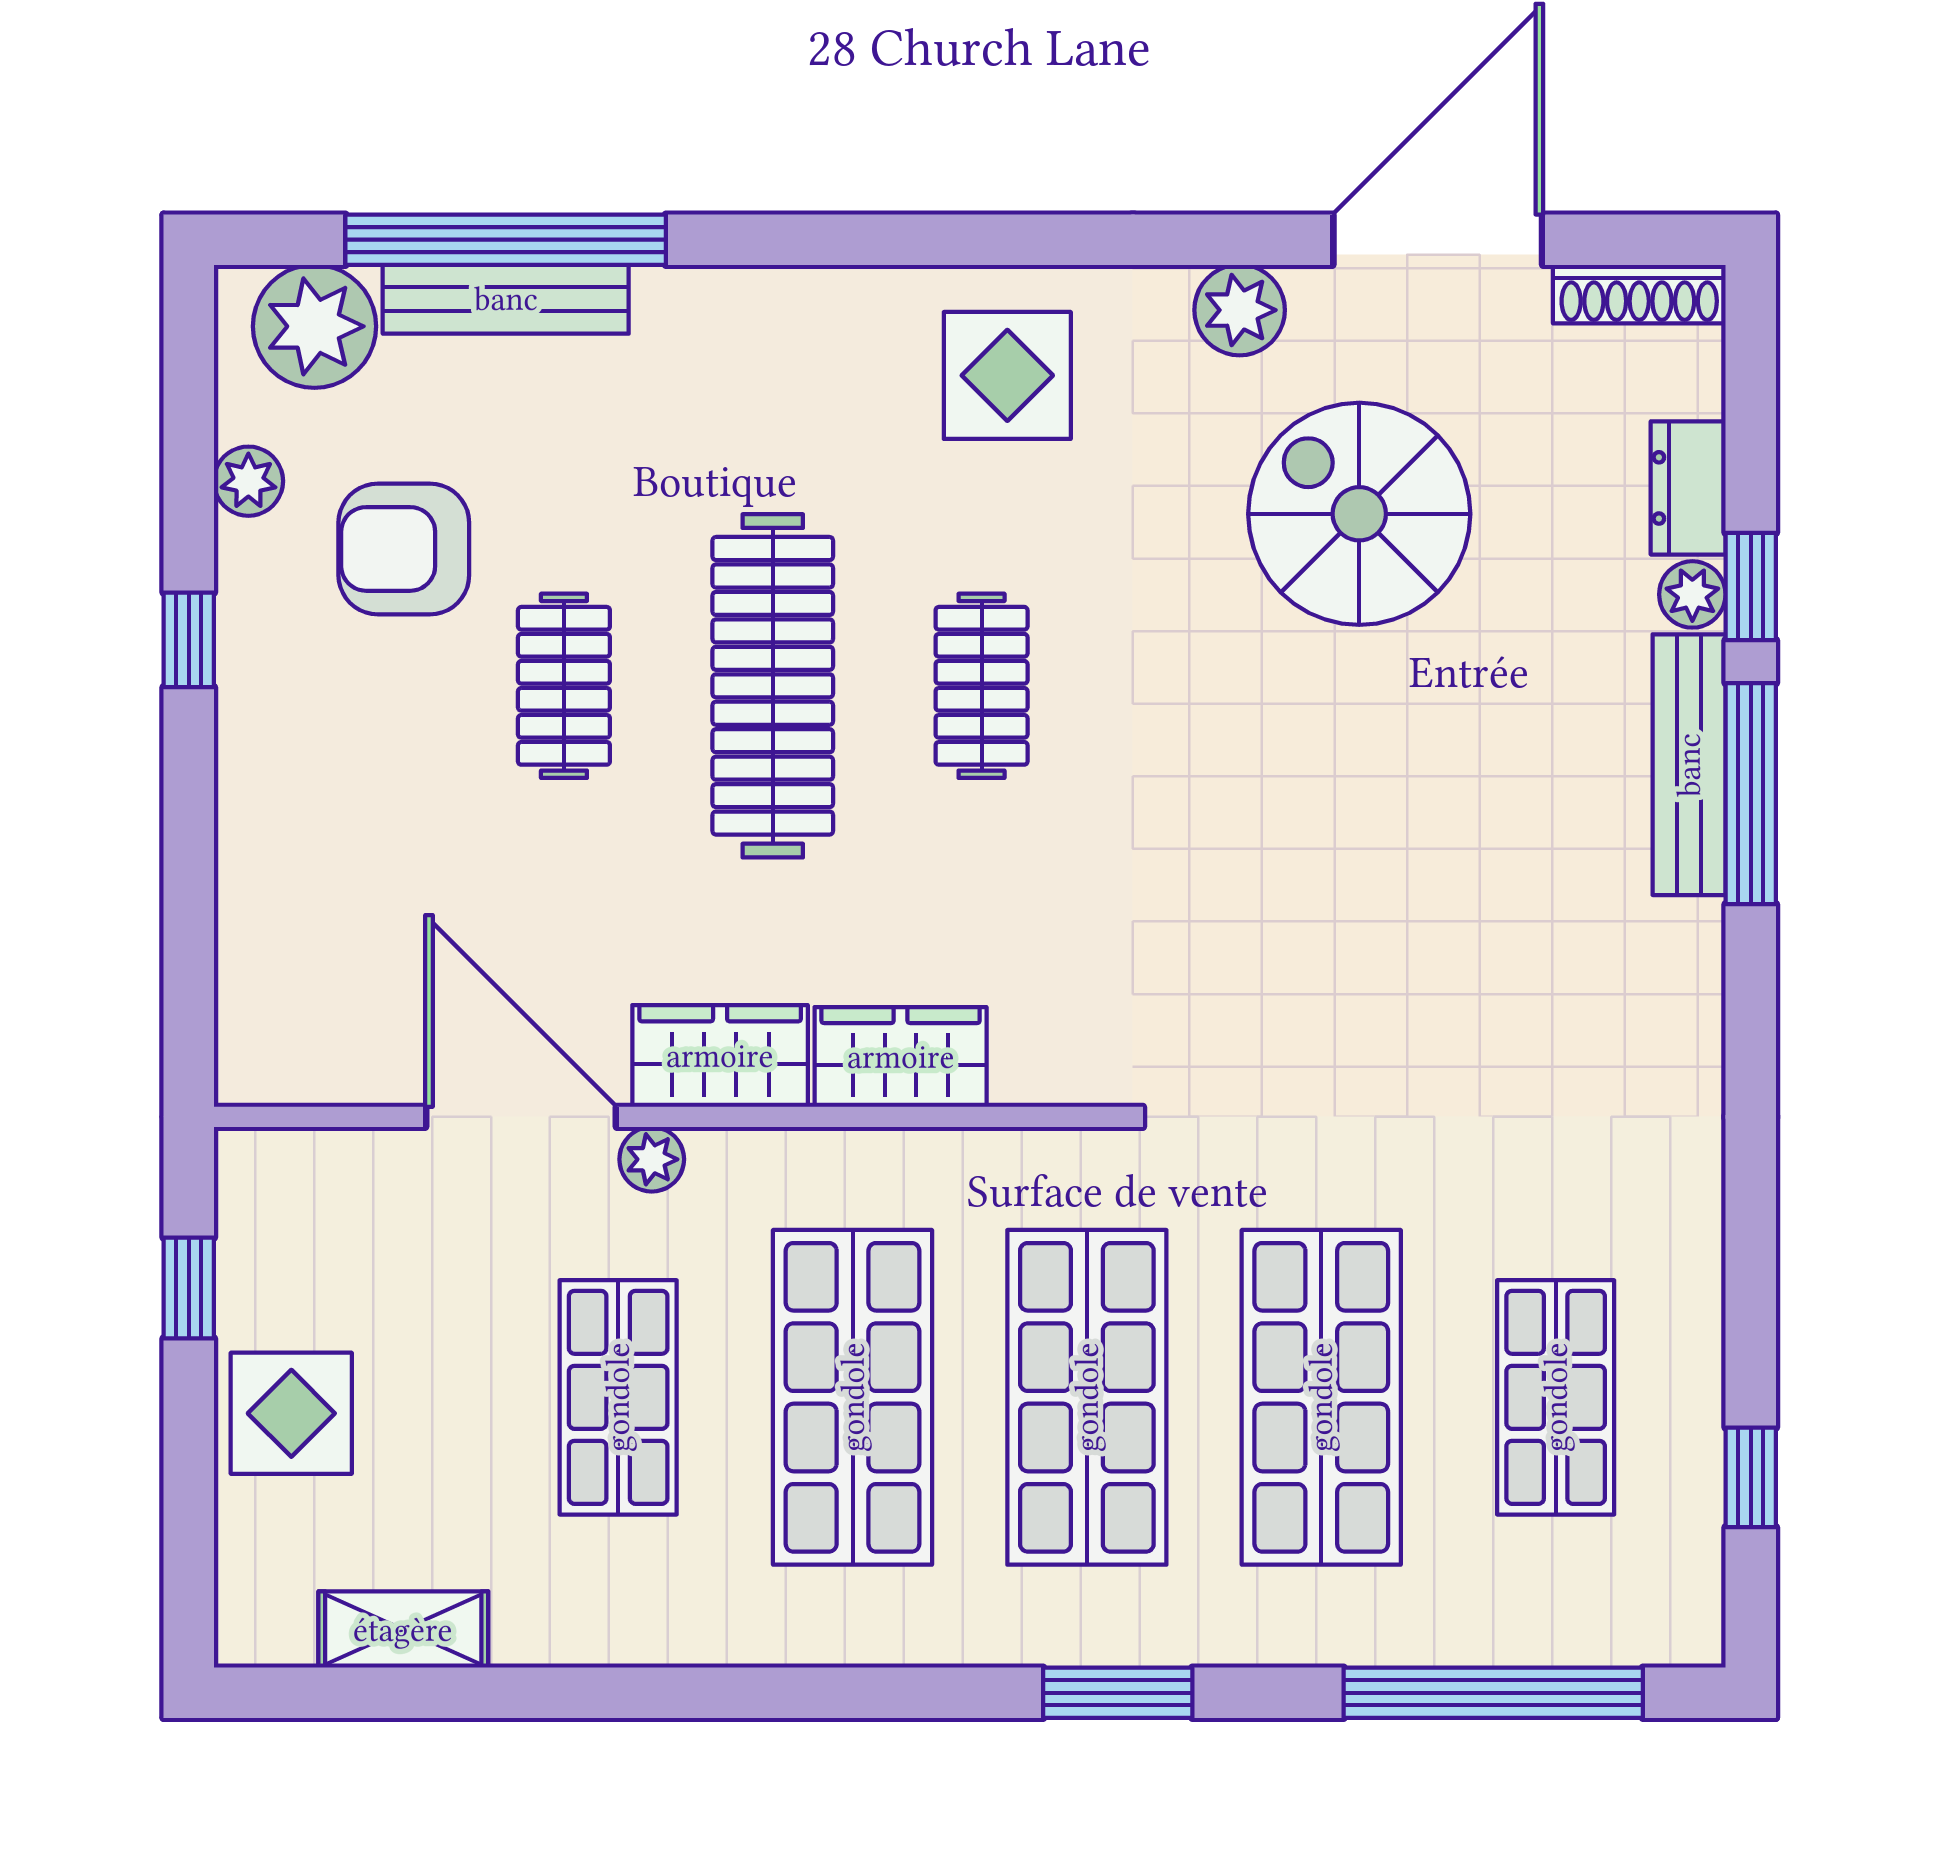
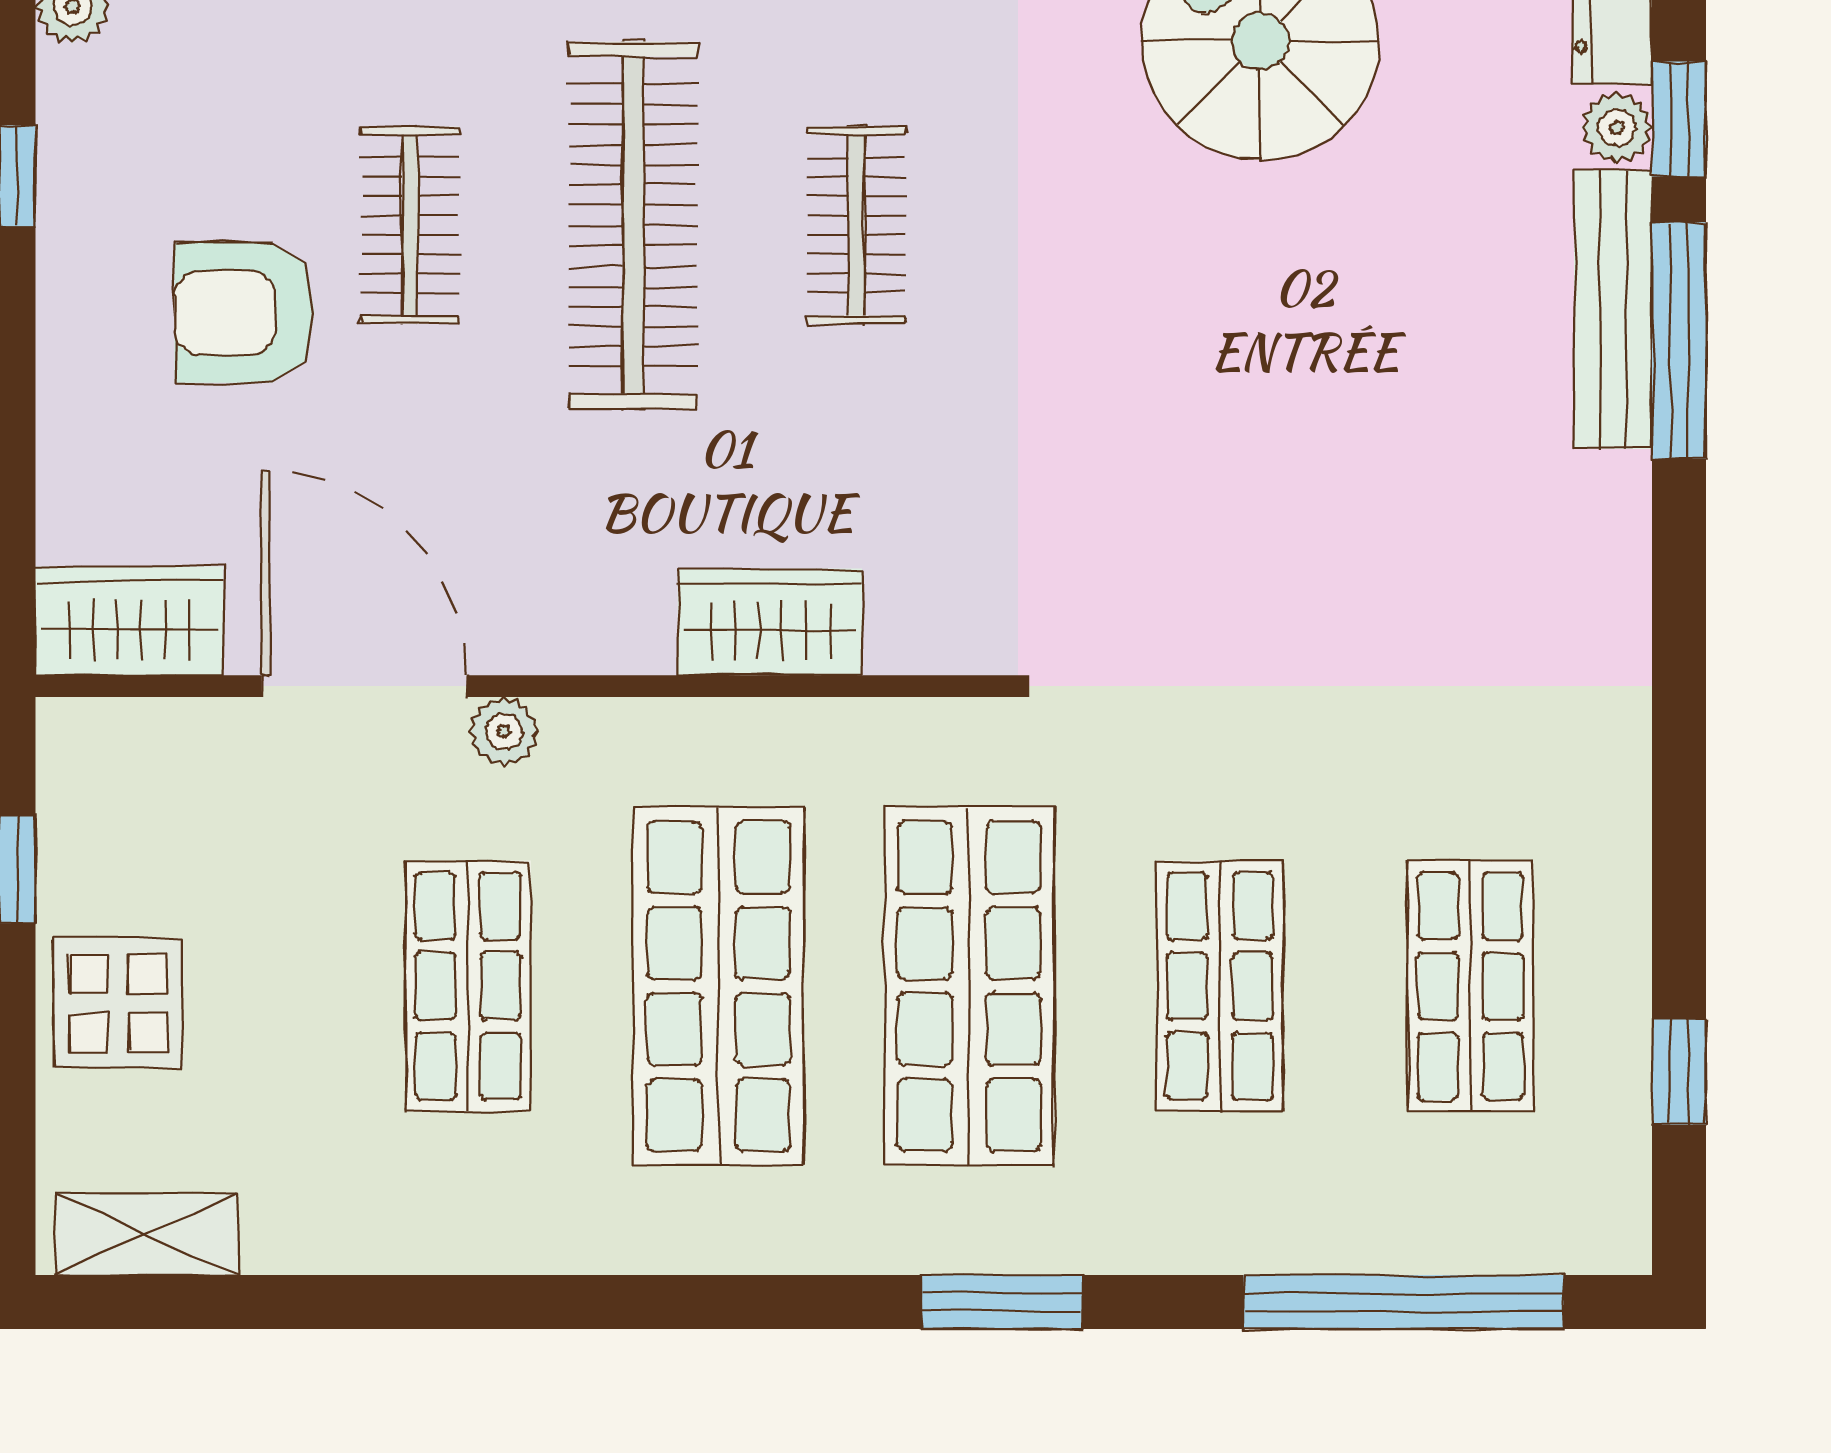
armchair: (404, 549) -> (245, 313), moved
wardrobe: (720, 1056) -> (129, 621), moved
shop shelf: (1321, 1397) -> (1220, 986), width x0.70, depth x0.74
shelving: (403, 1630) -> (147, 1234), moved

